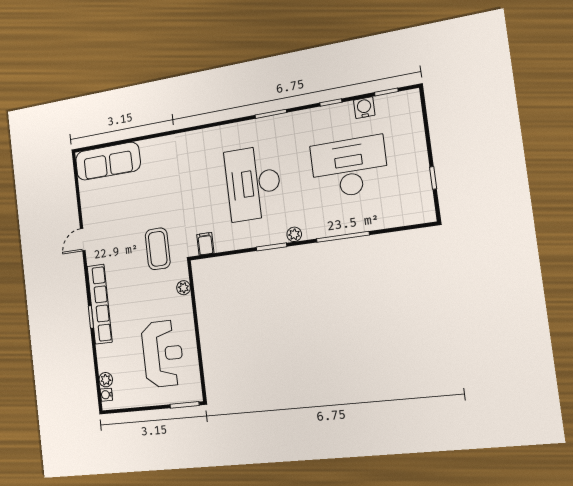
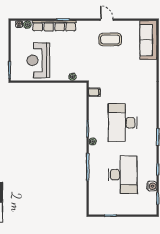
desk: (253, 183) -> (123, 123), turned -90
coffee table: (158, 249) -> (110, 39), moved
row of seats: (100, 304) -> (54, 26), moved
reception desk: (163, 354) -> (38, 60), turned 90

